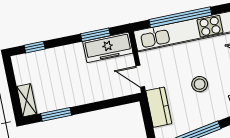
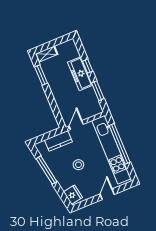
window: (35, 47) -> (88, 66), moved
freezer: (108, 47) -> (80, 74), moved

